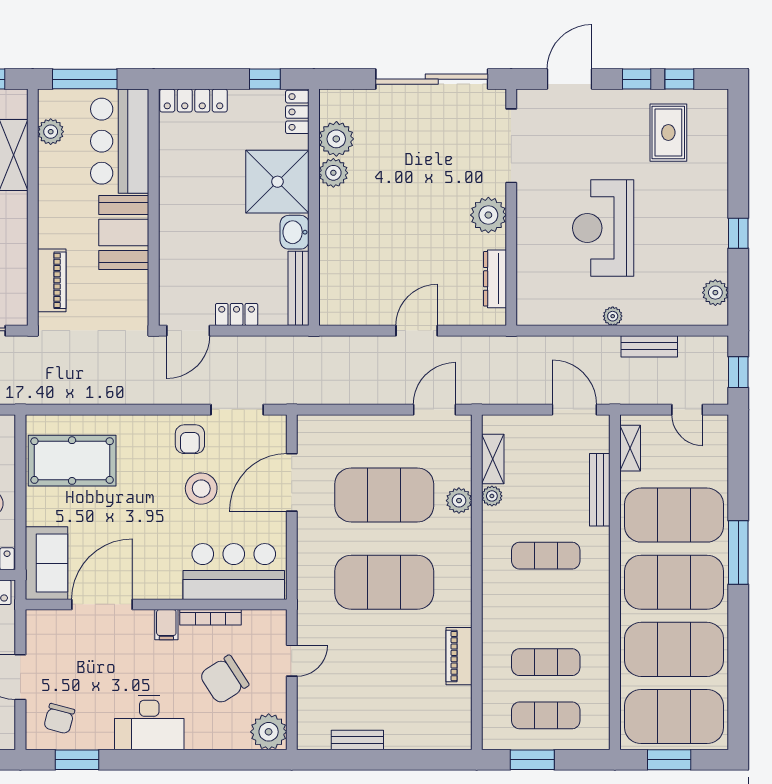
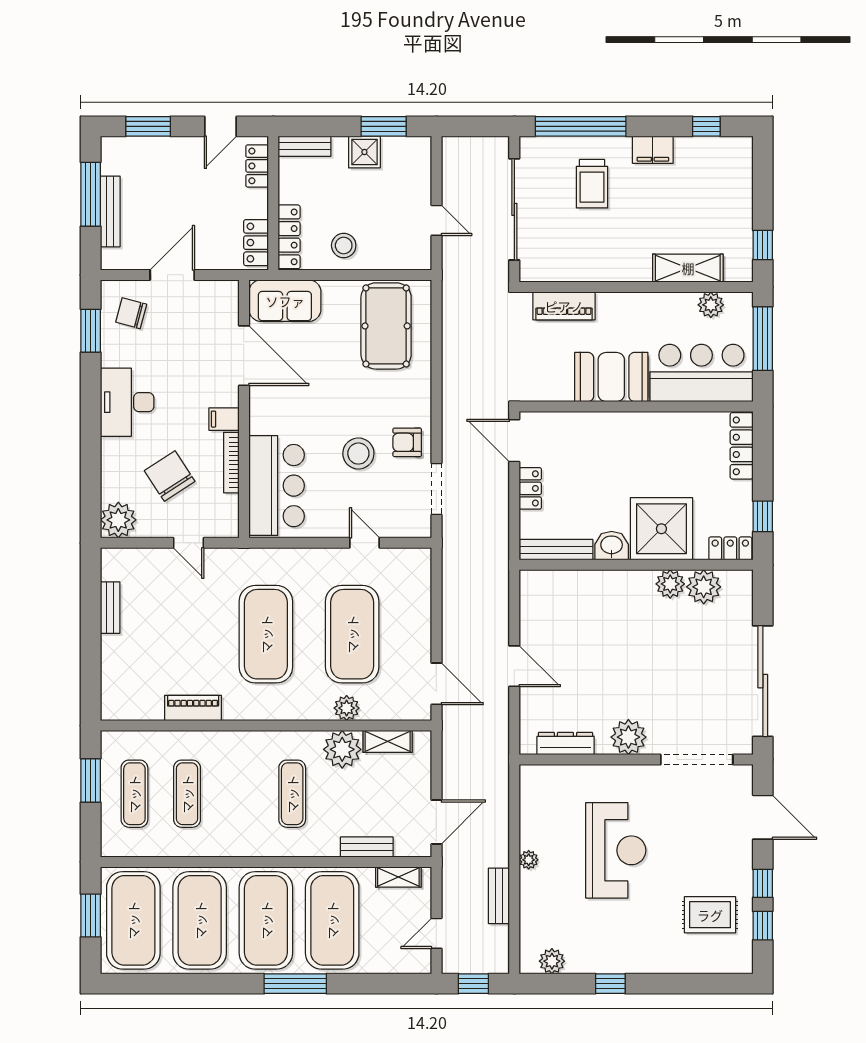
reception desk: (603, 228) -> (616, 850), turned 90
door: (292, 482) -> (365, 543), width x0.53
bench: (600, 490) -> (367, 847), width x0.73
plant: (492, 496) -> (342, 749), width x1.87, depth x1.87

